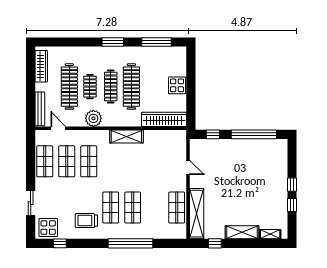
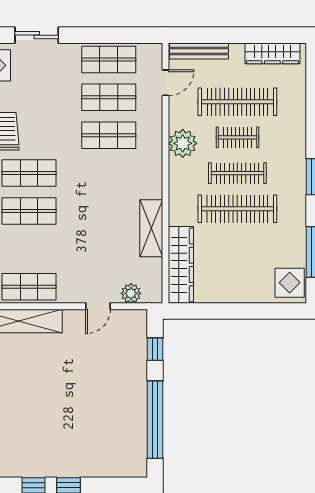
display table: (177, 85) -> (290, 283), moved
shelving: (126, 137) -> (151, 228), moved
plant: (181, 148) -> (131, 293), added

